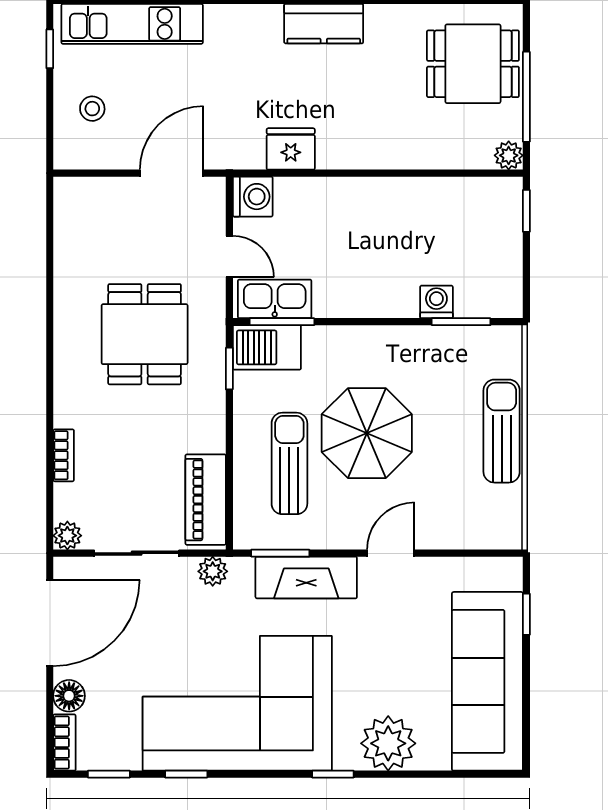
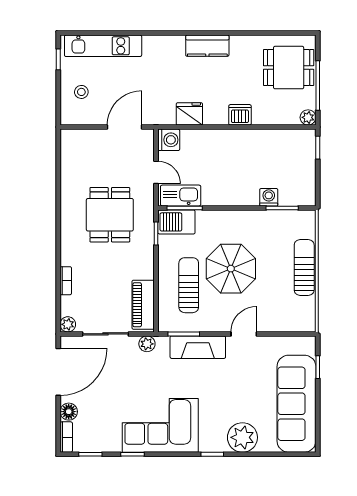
dishwasher: (384, 151) -> (240, 115), added
corner sofa: (237, 703) -> (160, 425), width x0.73, depth x0.74

